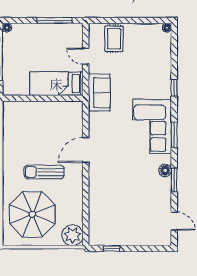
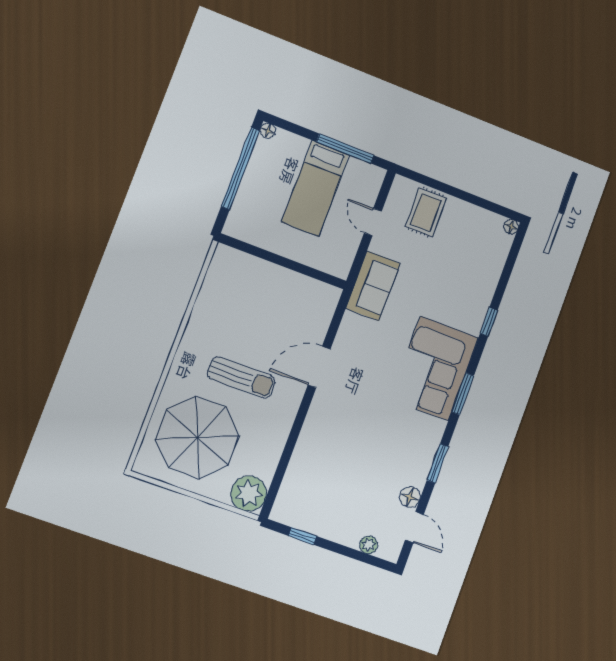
bed: (56, 84) -> (315, 188), moved, turned -90
floor lamp: (165, 170) -> (410, 497), moved
sun lounger: (44, 172) -> (241, 377), turned 180
plant: (151, 240) -> (369, 545), added

